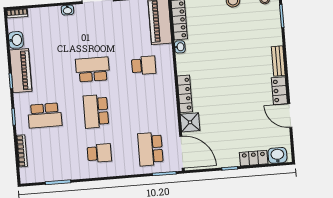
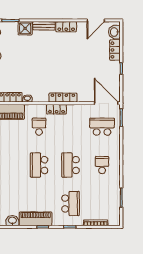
locker: (169, 87) -> (57, 109), added
school desk: (96, 111) -> (71, 165), turned 90
door: (290, 115) -> (96, 20), moved
shower: (190, 122) -> (25, 28), moved
school desk: (150, 149) -> (102, 127), turned 180
door: (182, 152) -> (106, 103), hinge flipped

